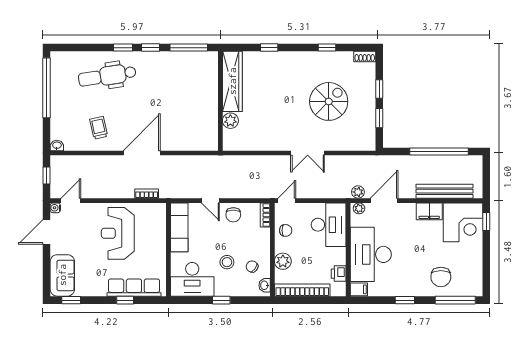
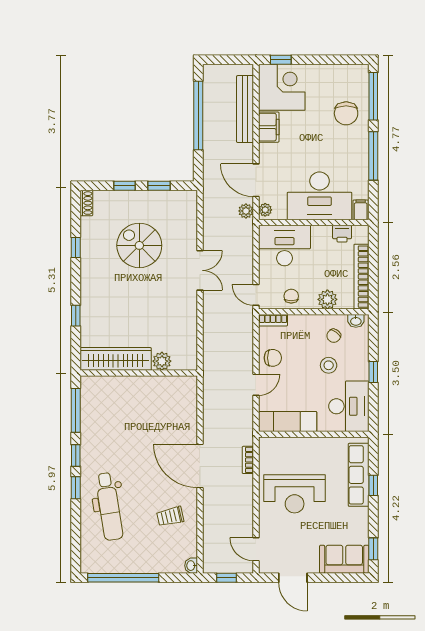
water cooler: (55, 208) -> (265, 568), removed
chair: (441, 277) -> (346, 113), turned 90
window: (405, 300) -> (373, 156), width x2.17

